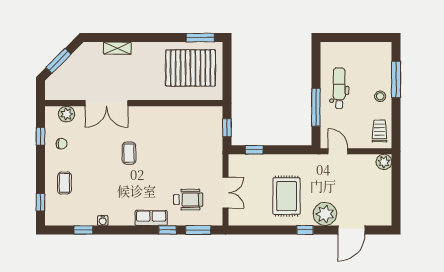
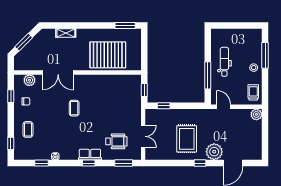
pallet: (190, 68) -> (108, 55), moved
window: (168, 230) -> (89, 163), moved

